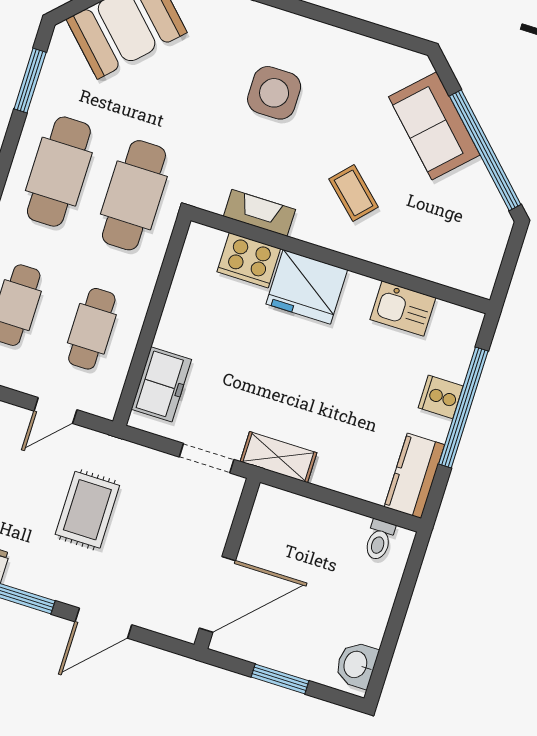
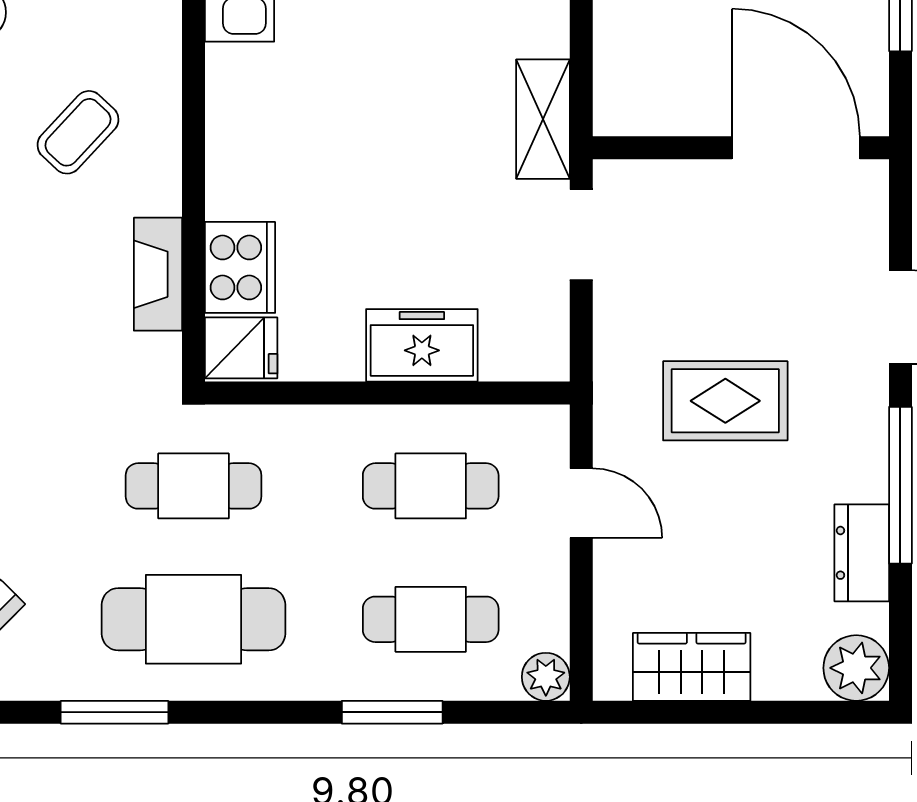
window: (30, 81) -> (114, 712), moved
cafe table: (134, 195) -> (194, 486), width x0.73, depth x0.74
fridge: (307, 287) -> (241, 348), moved, width x0.53, depth x0.75
freezer: (161, 384) -> (422, 345), moved

